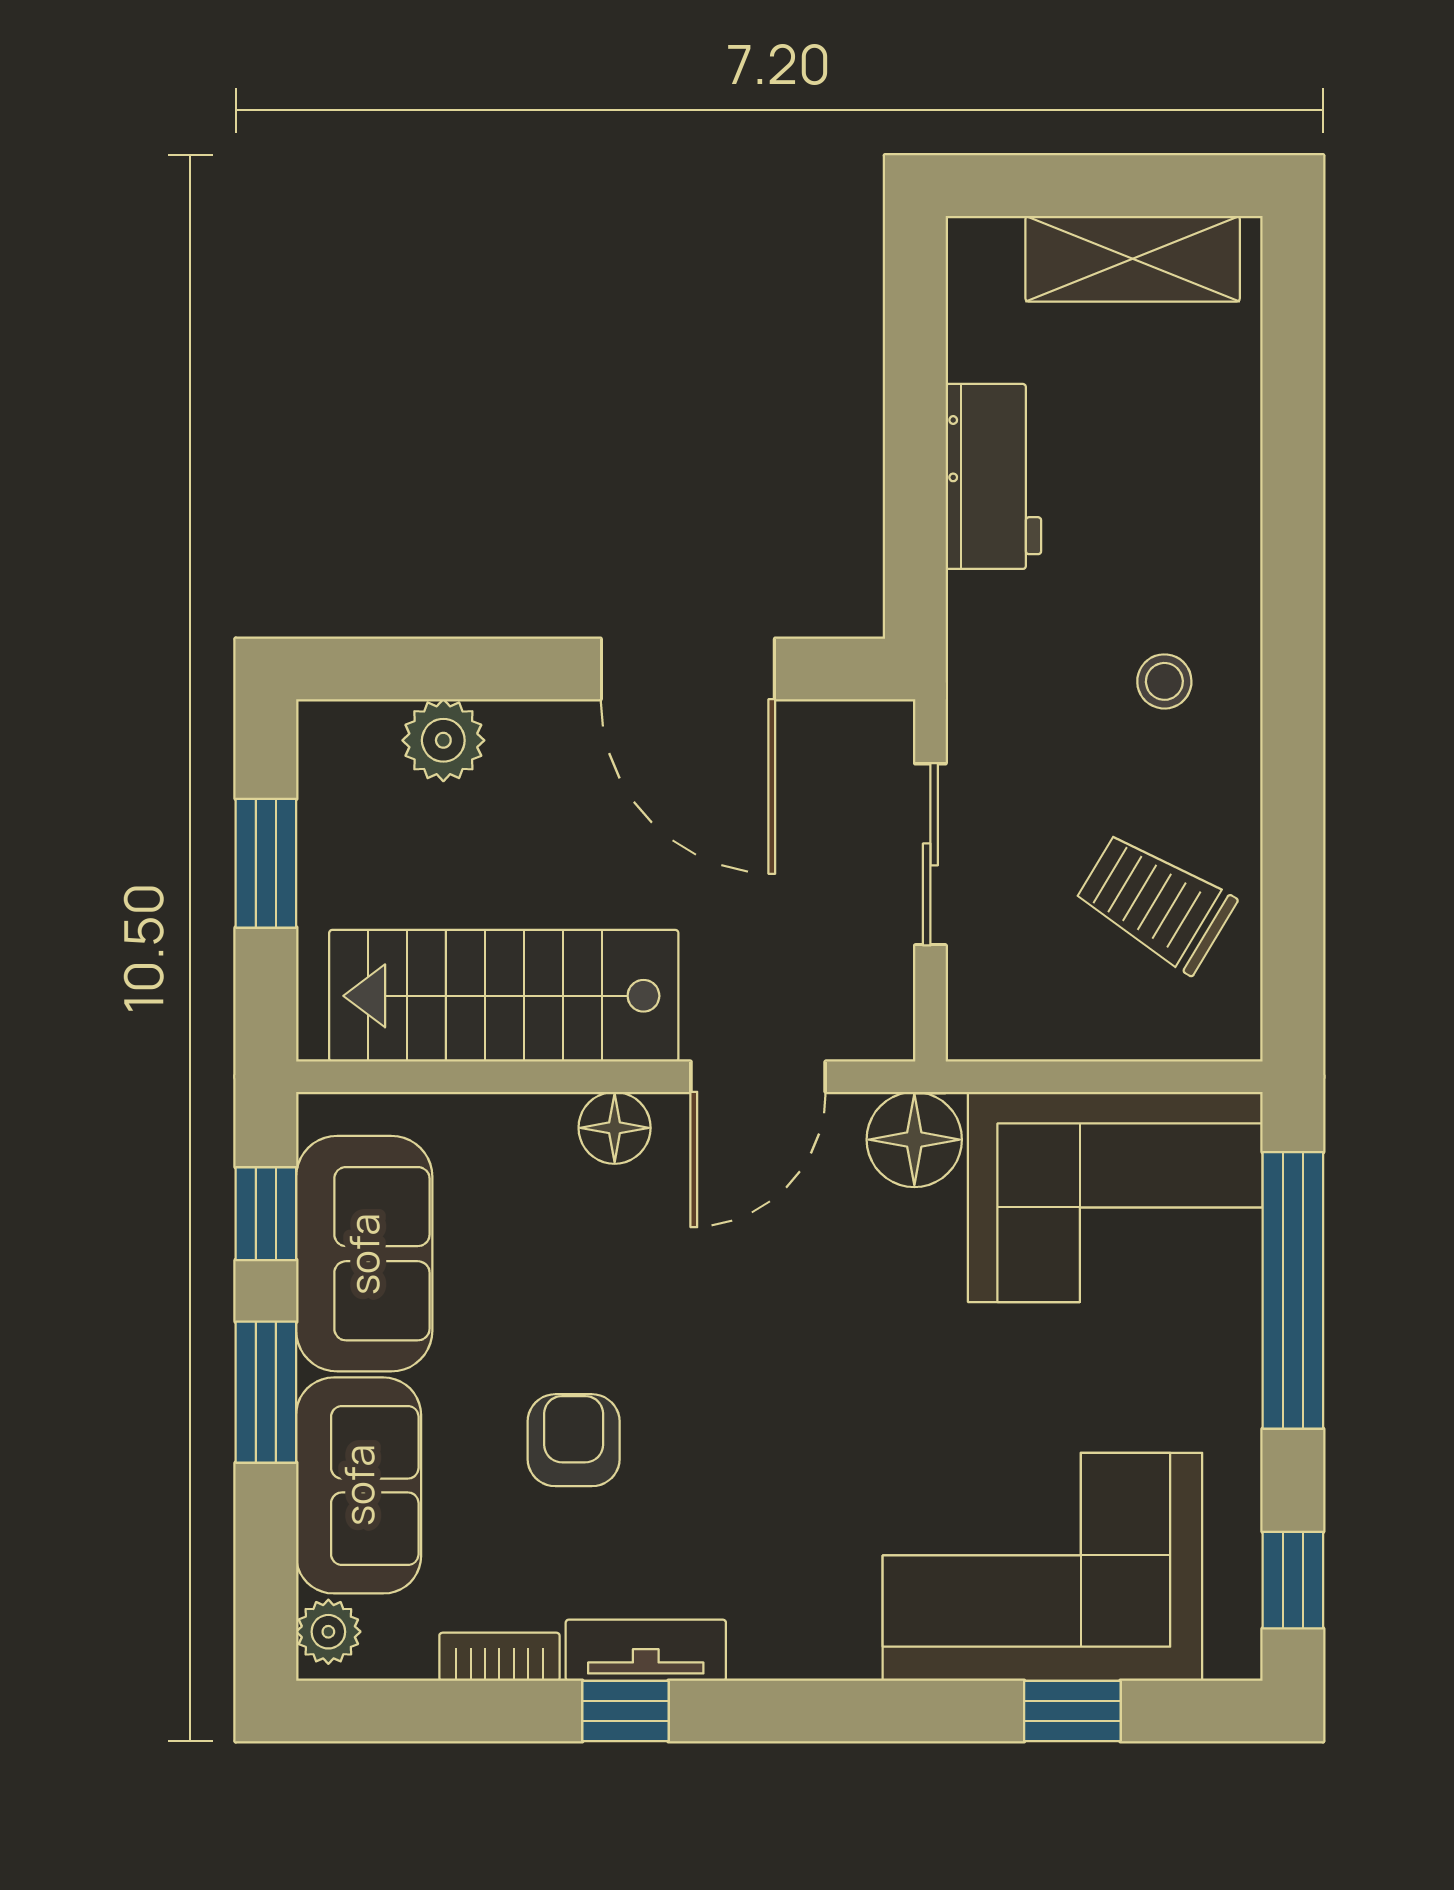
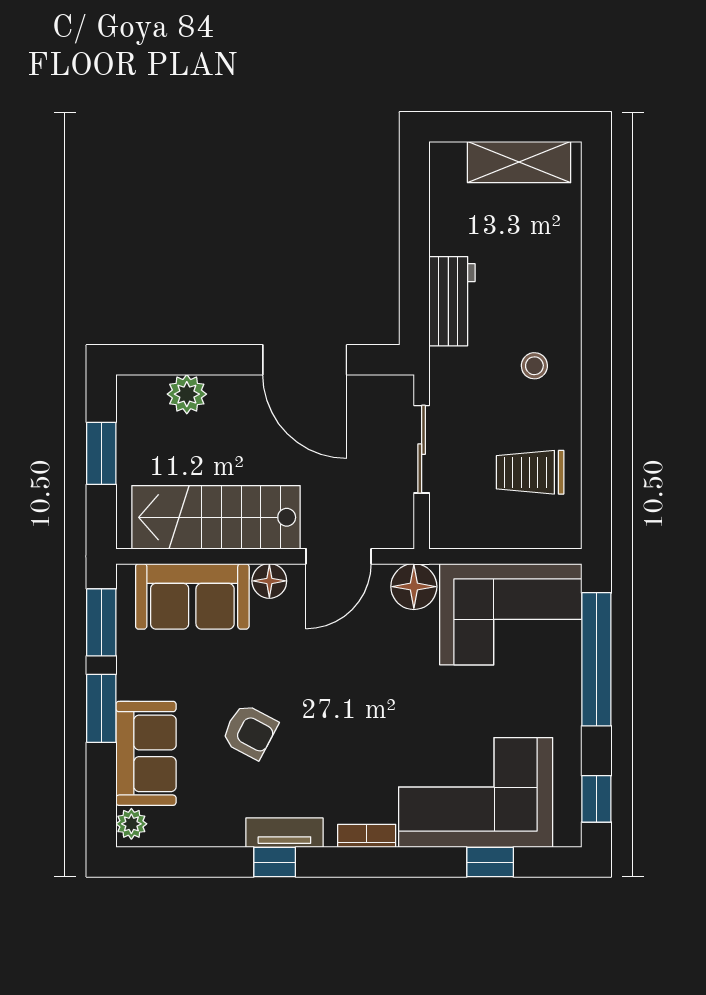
workbench: (993, 476) -> (452, 301), moved
trolley: (1155, 902) -> (530, 472), turned -31
window: (266, 1214) -> (101, 622), width x1.50
sofa: (364, 1254) -> (192, 596), moved, turned 90
armchair: (574, 1440) -> (250, 732), turned 118
bookcase: (499, 1657) -> (367, 836), moved

